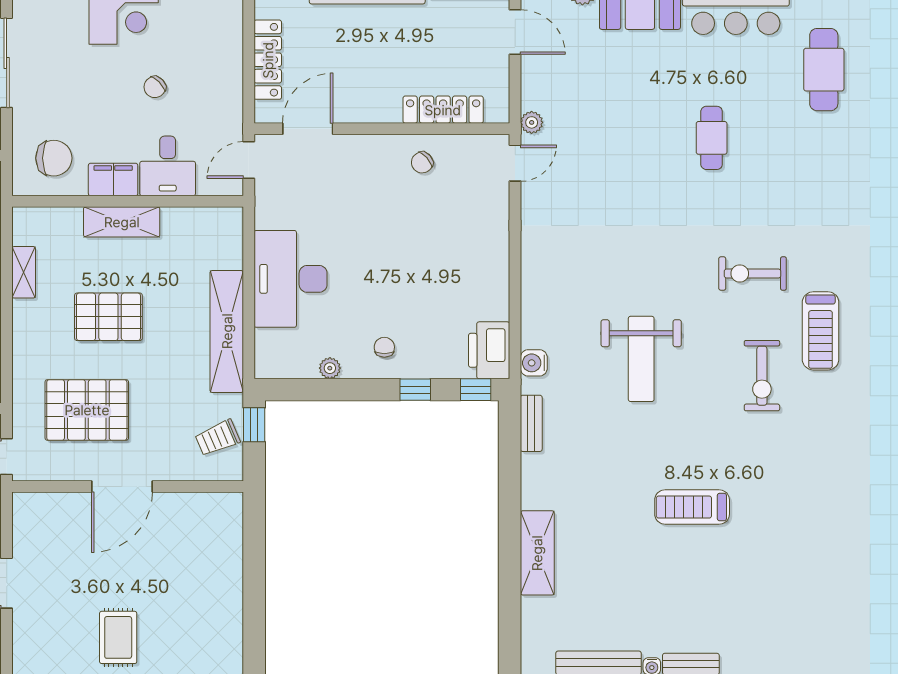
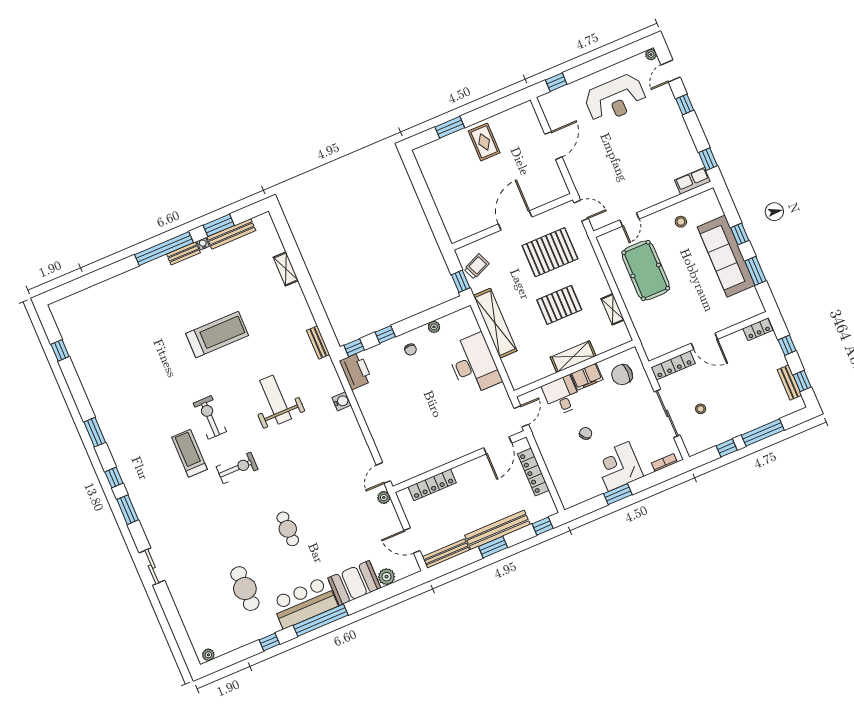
chair: (422, 162) -> (431, 453), removed
water cooler: (534, 363) -> (342, 401), moved
treadmill: (692, 507) -> (217, 335), width x1.37, depth x1.37
shelving: (537, 553) -> (286, 269), width x0.67, depth x0.75

